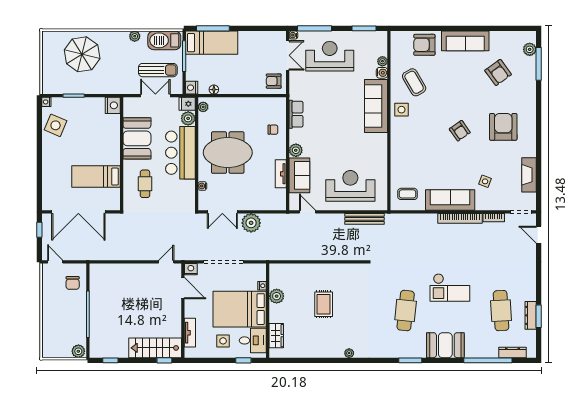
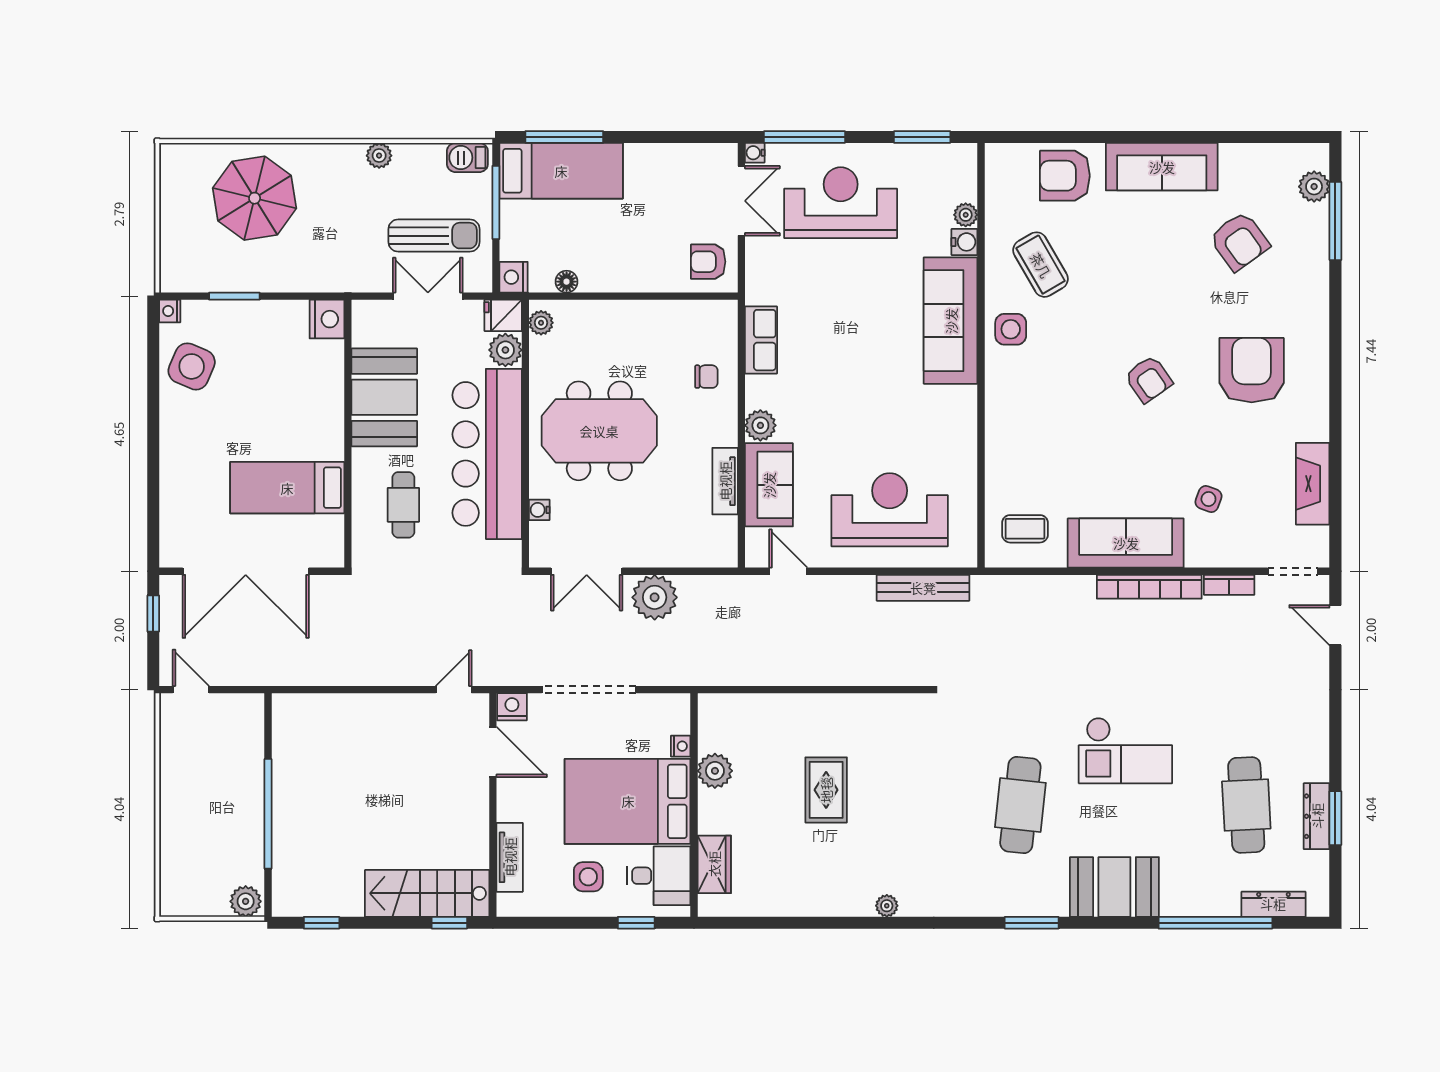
barbecue: (164, 40) -> (467, 158), width x0.53, depth x0.65
bar counter: (180, 153) -> (487, 454), width x1.36
chair: (73, 283) -> (232, 740), removed

